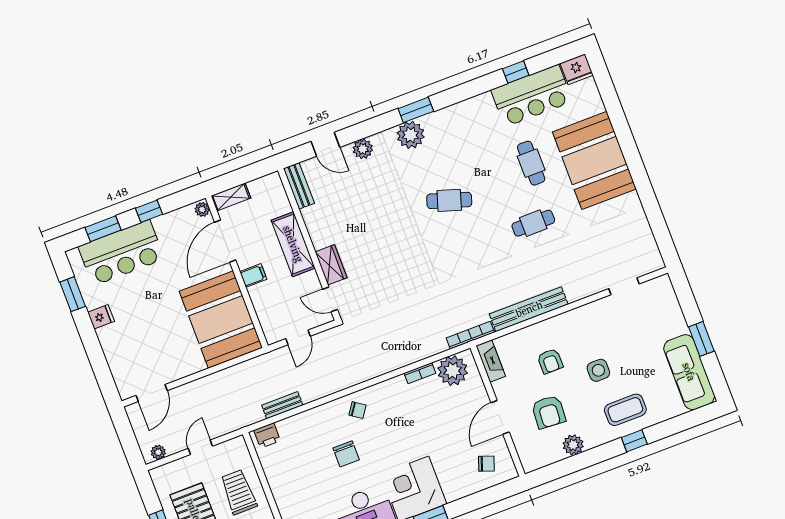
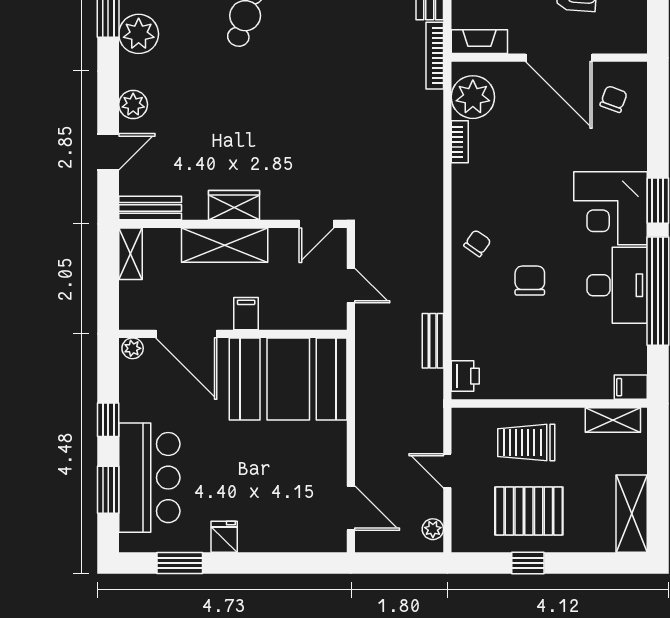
shelving: (231, 197) -> (131, 254), moved
wardrobe: (331, 265) -> (234, 205), moved
door: (500, 417) -> (559, 58), width x1.36
chair: (346, 454) -> (530, 281), turned -90

